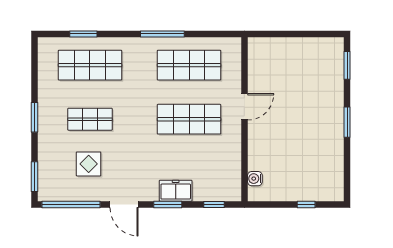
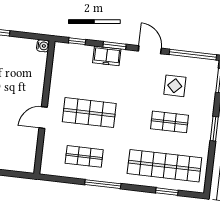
shop shelf: (90, 65) -> (164, 166), width x1.40
shop shelf: (189, 65) -> (84, 156), width x0.70, depth x0.74
water cooler: (255, 179) -> (43, 46), moved

